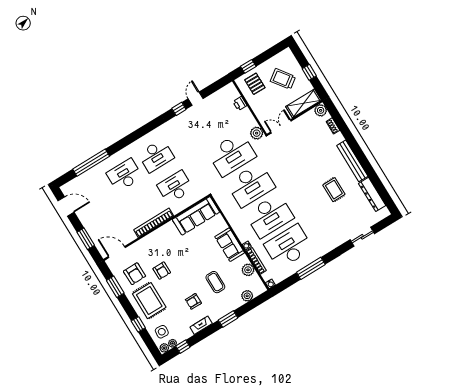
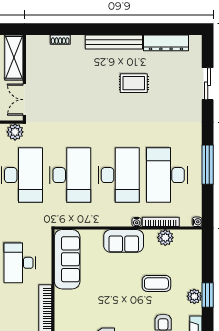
plant: (321, 110) -> (34, 43), removed
plant: (247, 296) -> (194, 296), moved

